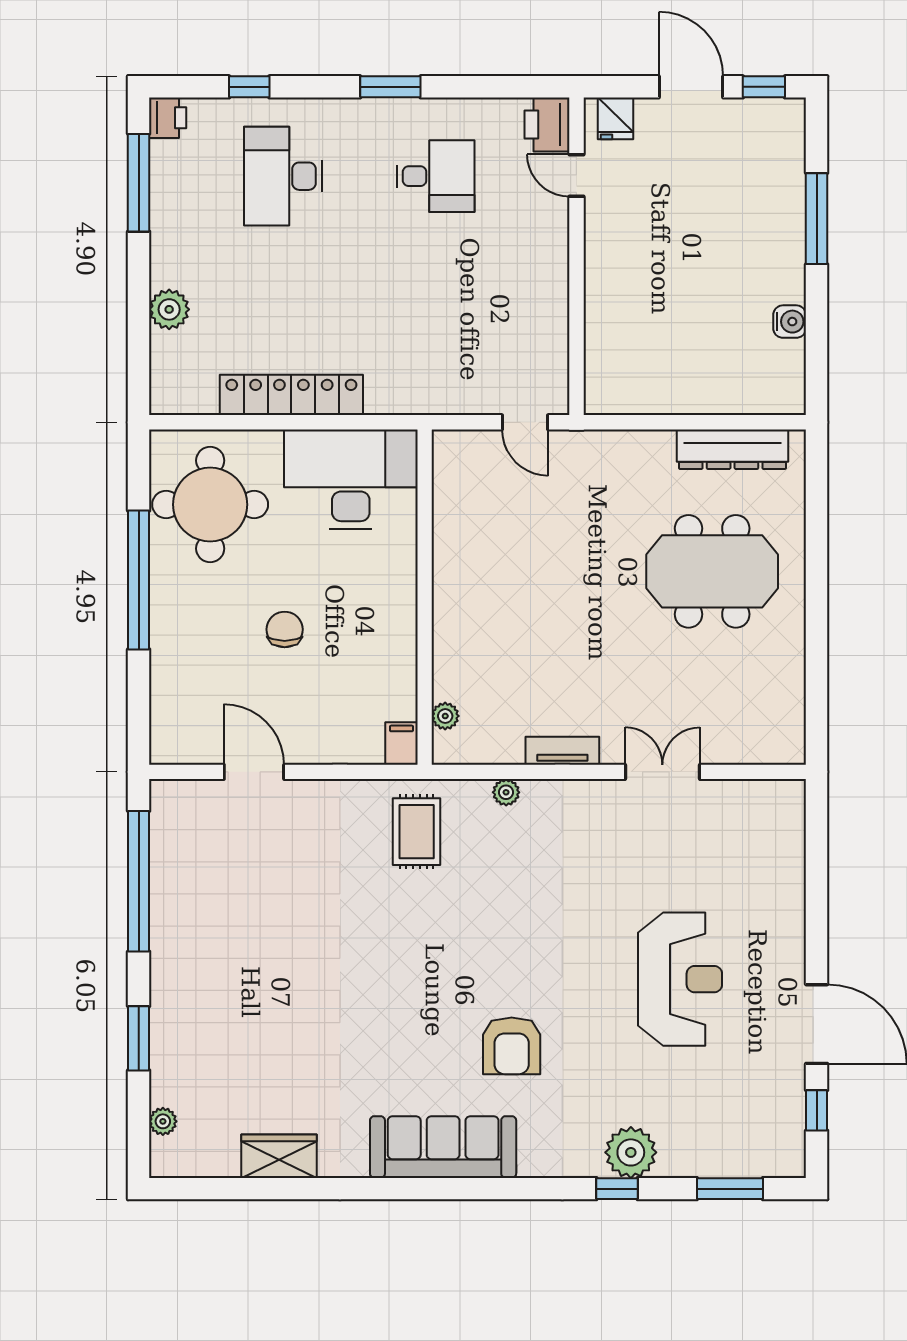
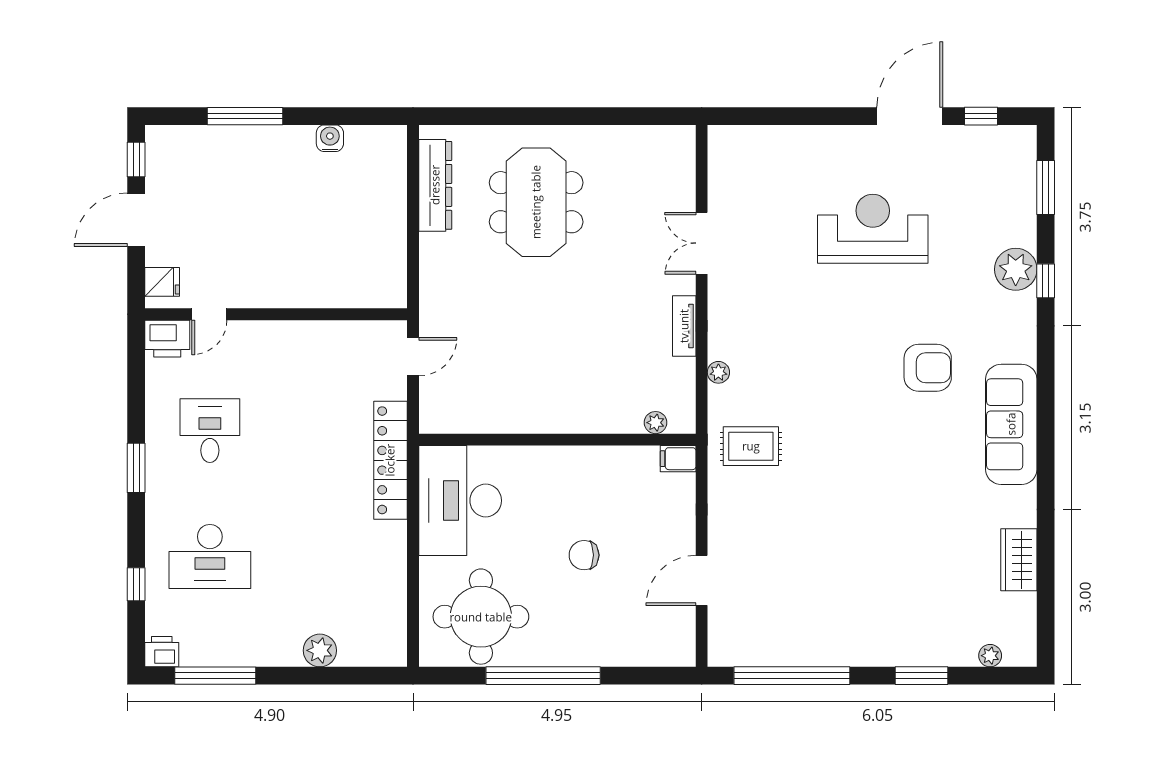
locker: (291, 395) -> (390, 460), moved

